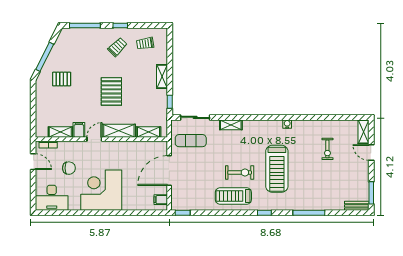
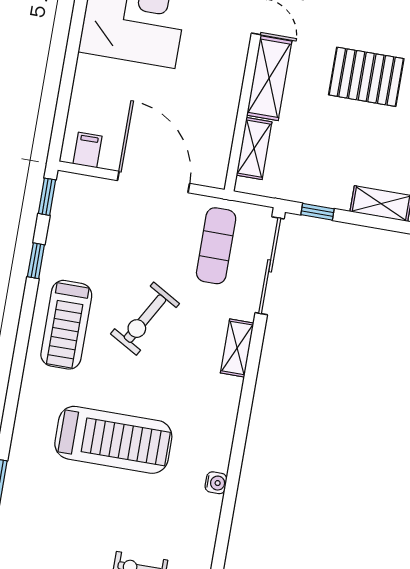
sliding door: (195, 117) -> (270, 266), width x1.37
treadmill: (277, 169) -> (113, 440), turned 180
exercise bike: (240, 173) -> (145, 319), moved, turned 30
treadmill: (233, 196) -> (66, 325), turned 180
window: (264, 213) -> (36, 261), moved

